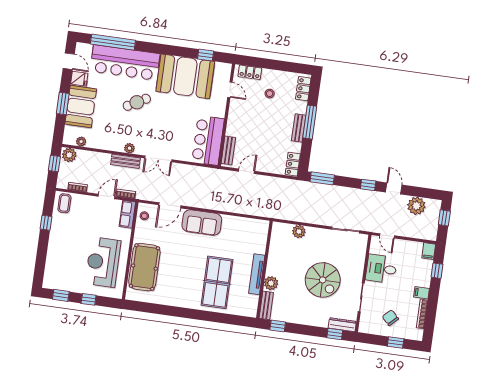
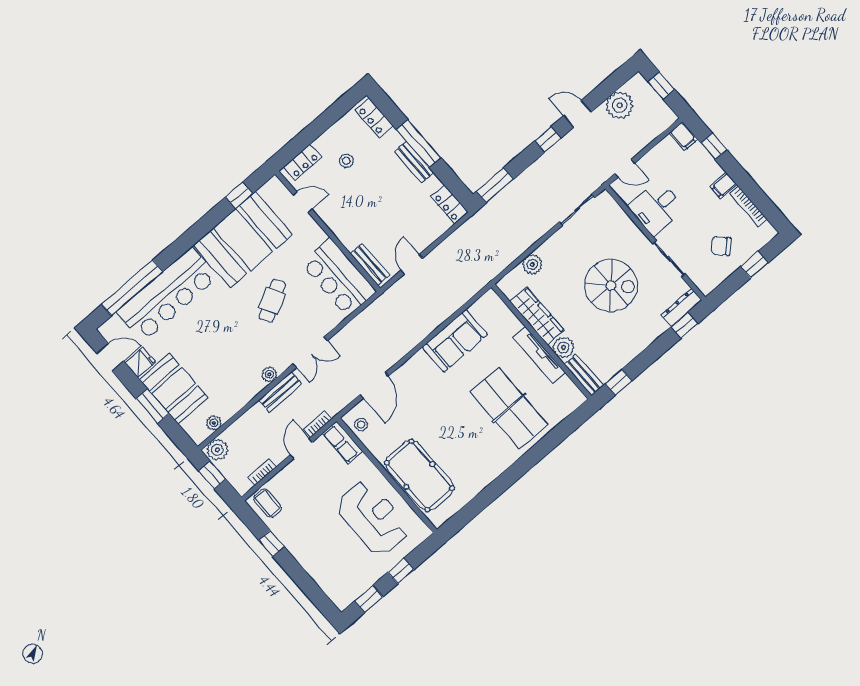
cafe table: (137, 102) -> (272, 301), moved
sofa: (202, 223) -> (455, 341), moved
wardrobe: (275, 256) -> (537, 316), added
reception desk: (103, 262) -> (373, 518), turned 180

